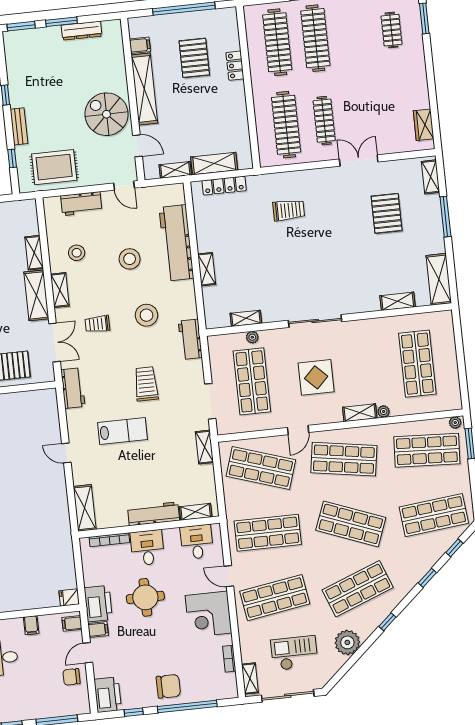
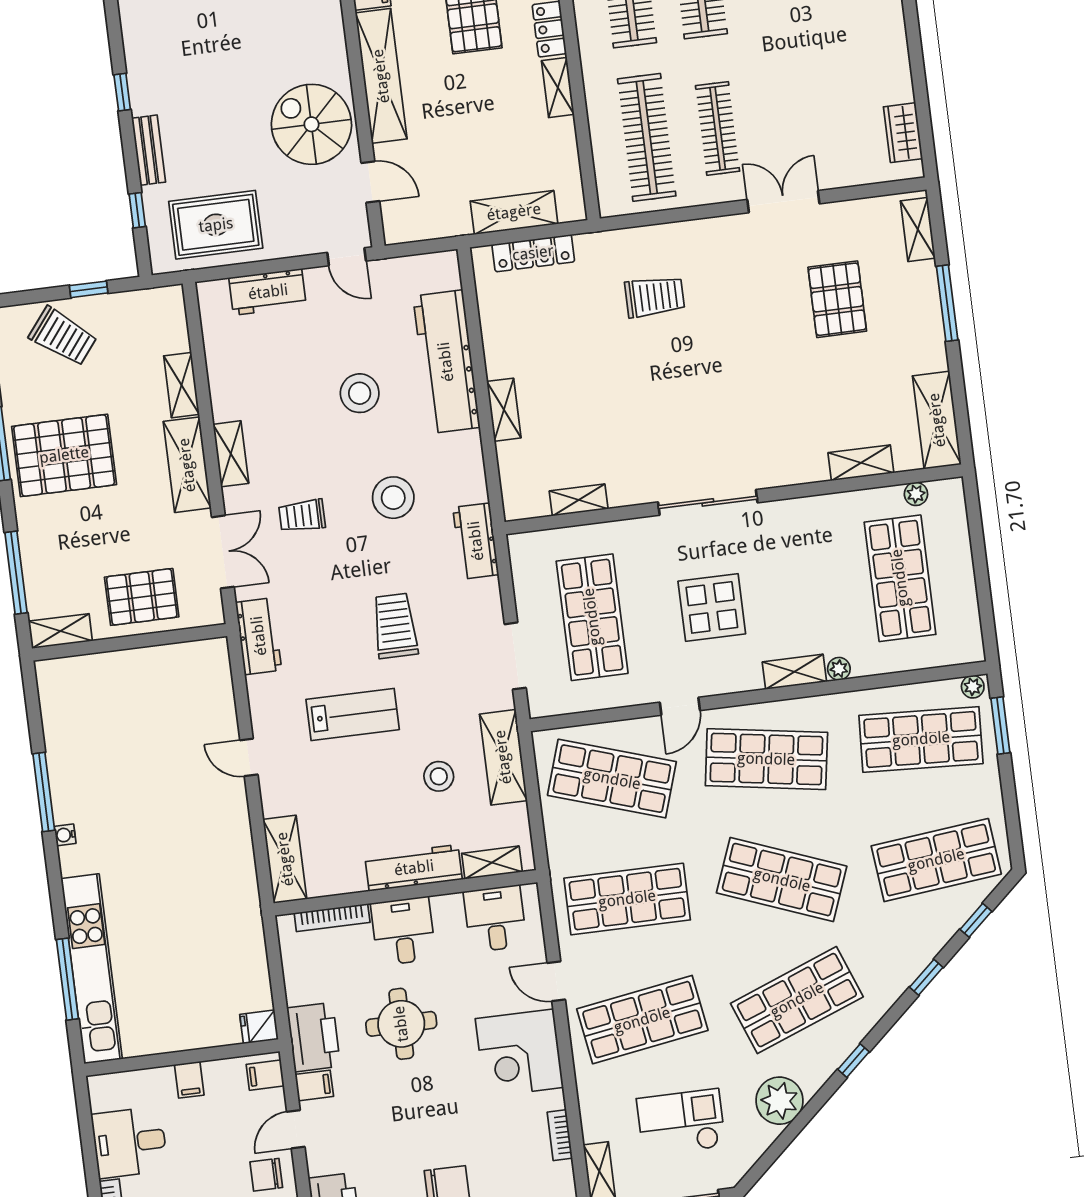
shelving: (175, 170) -> (558, 88), moved, turned 90
stool: (77, 253) -> (439, 776), moved
plant: (252, 337) -> (916, 494), moved
shelving: (204, 447) -> (503, 757), width x1.50, depth x1.33

